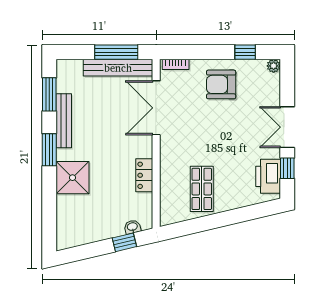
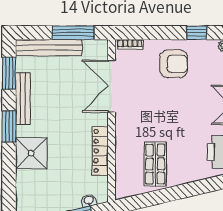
bench: (118, 68) -> (49, 48), moved
armchair: (221, 84) -> (174, 64), turned 180
locker: (144, 175) -> (100, 151), width x1.53

